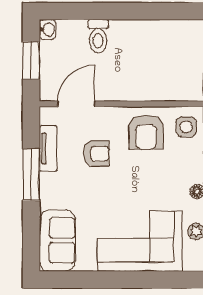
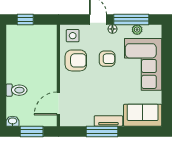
door: (76, 104) -> (58, 103), hinge flipped
tv unit: (48, 148) -> (108, 121), moved
armchair: (96, 154) -> (107, 59), moved, turned 90

